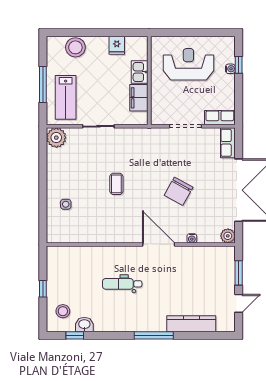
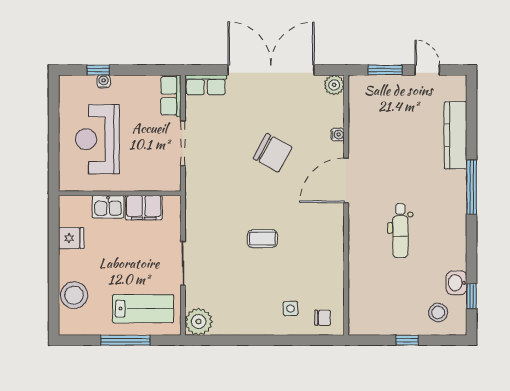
chair: (59, 228) -> (323, 318), added

